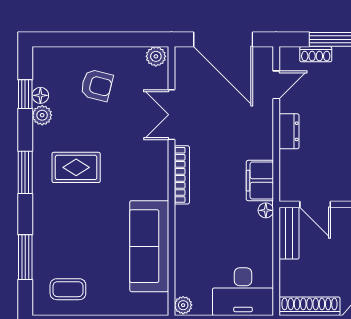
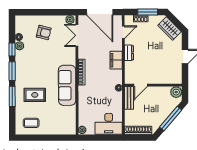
window: (25, 94) -> (12, 49), moved
double door: (171, 115) -> (77, 35), moved
rug: (76, 167) -> (35, 95), moved
filing cabinet: (260, 181) -> (116, 60), moved
door: (315, 204) -> (141, 85), hinge flipped
sofa: (149, 246) -> (67, 85), moved
window: (25, 257) -> (12, 96), moved

